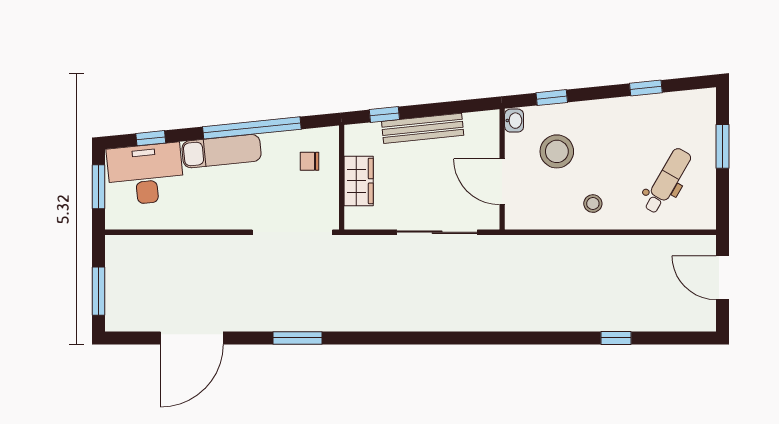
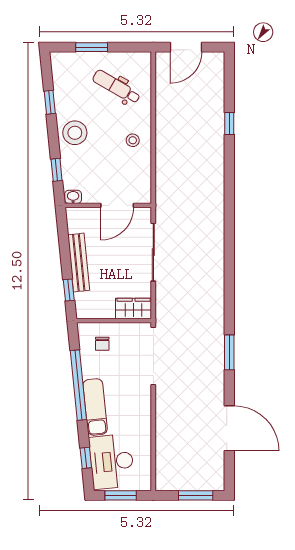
stool: (557, 151) -> (75, 133), moved
wardrobe: (359, 181) -> (134, 308), moved

